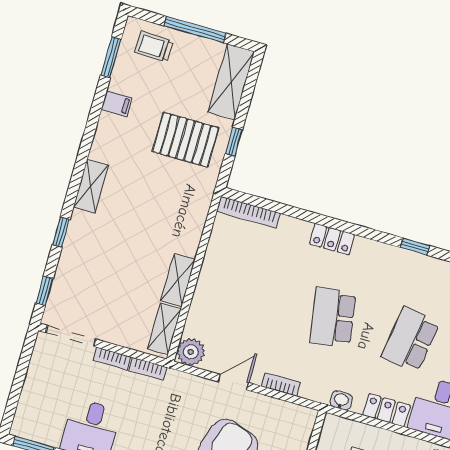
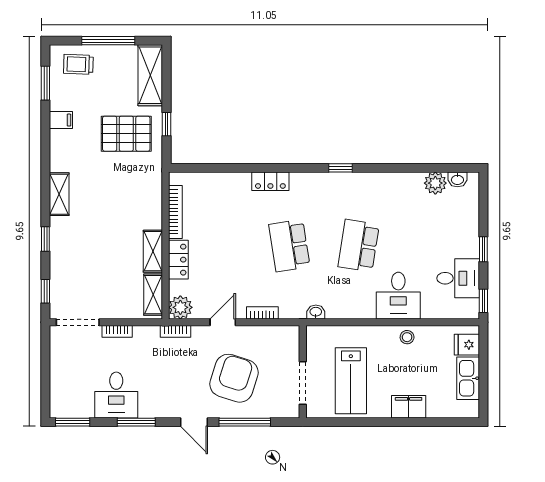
bookcase: (248, 212) -> (175, 212), moved, turned -90
bookcase: (148, 369) -> (175, 331), moved
locker: (386, 410) -> (178, 260), moved, turned 90

